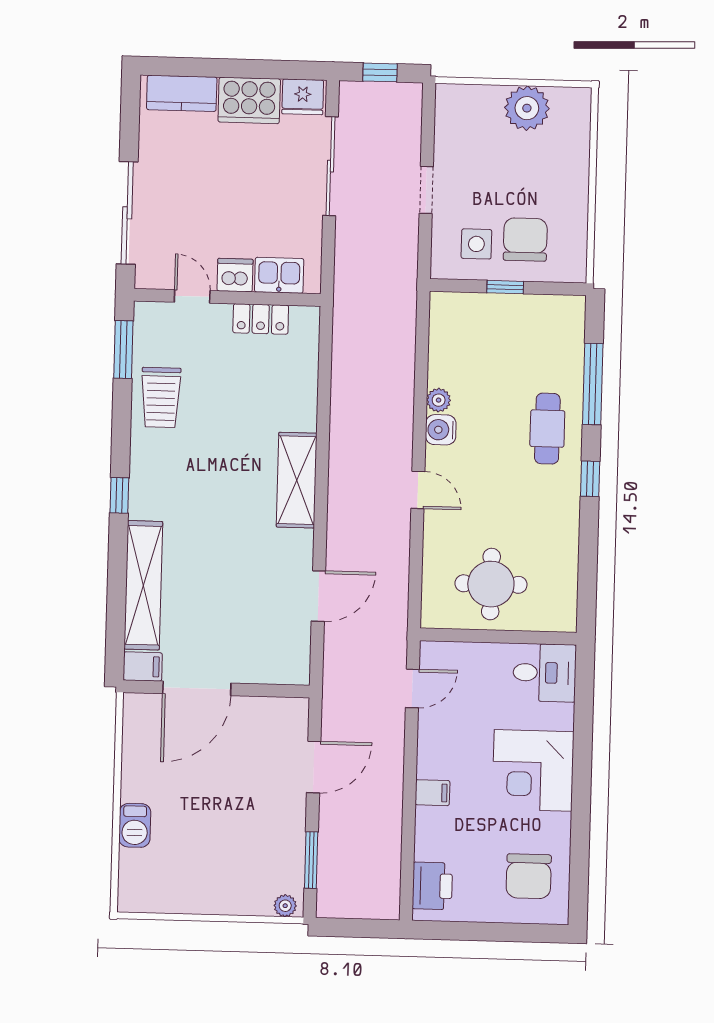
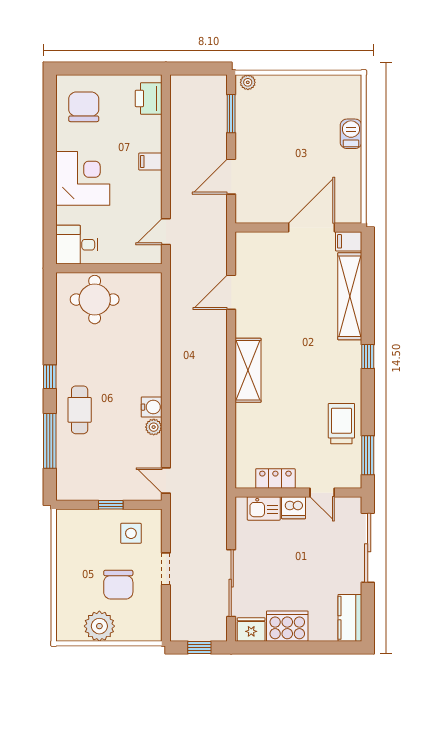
kitchen counter: (182, 93) -> (350, 618), moved, turned -90
chair: (525, 240) -> (118, 585), moved
door: (418, 490) -> (166, 480), moved
round table: (491, 584) -> (95, 300), moved

